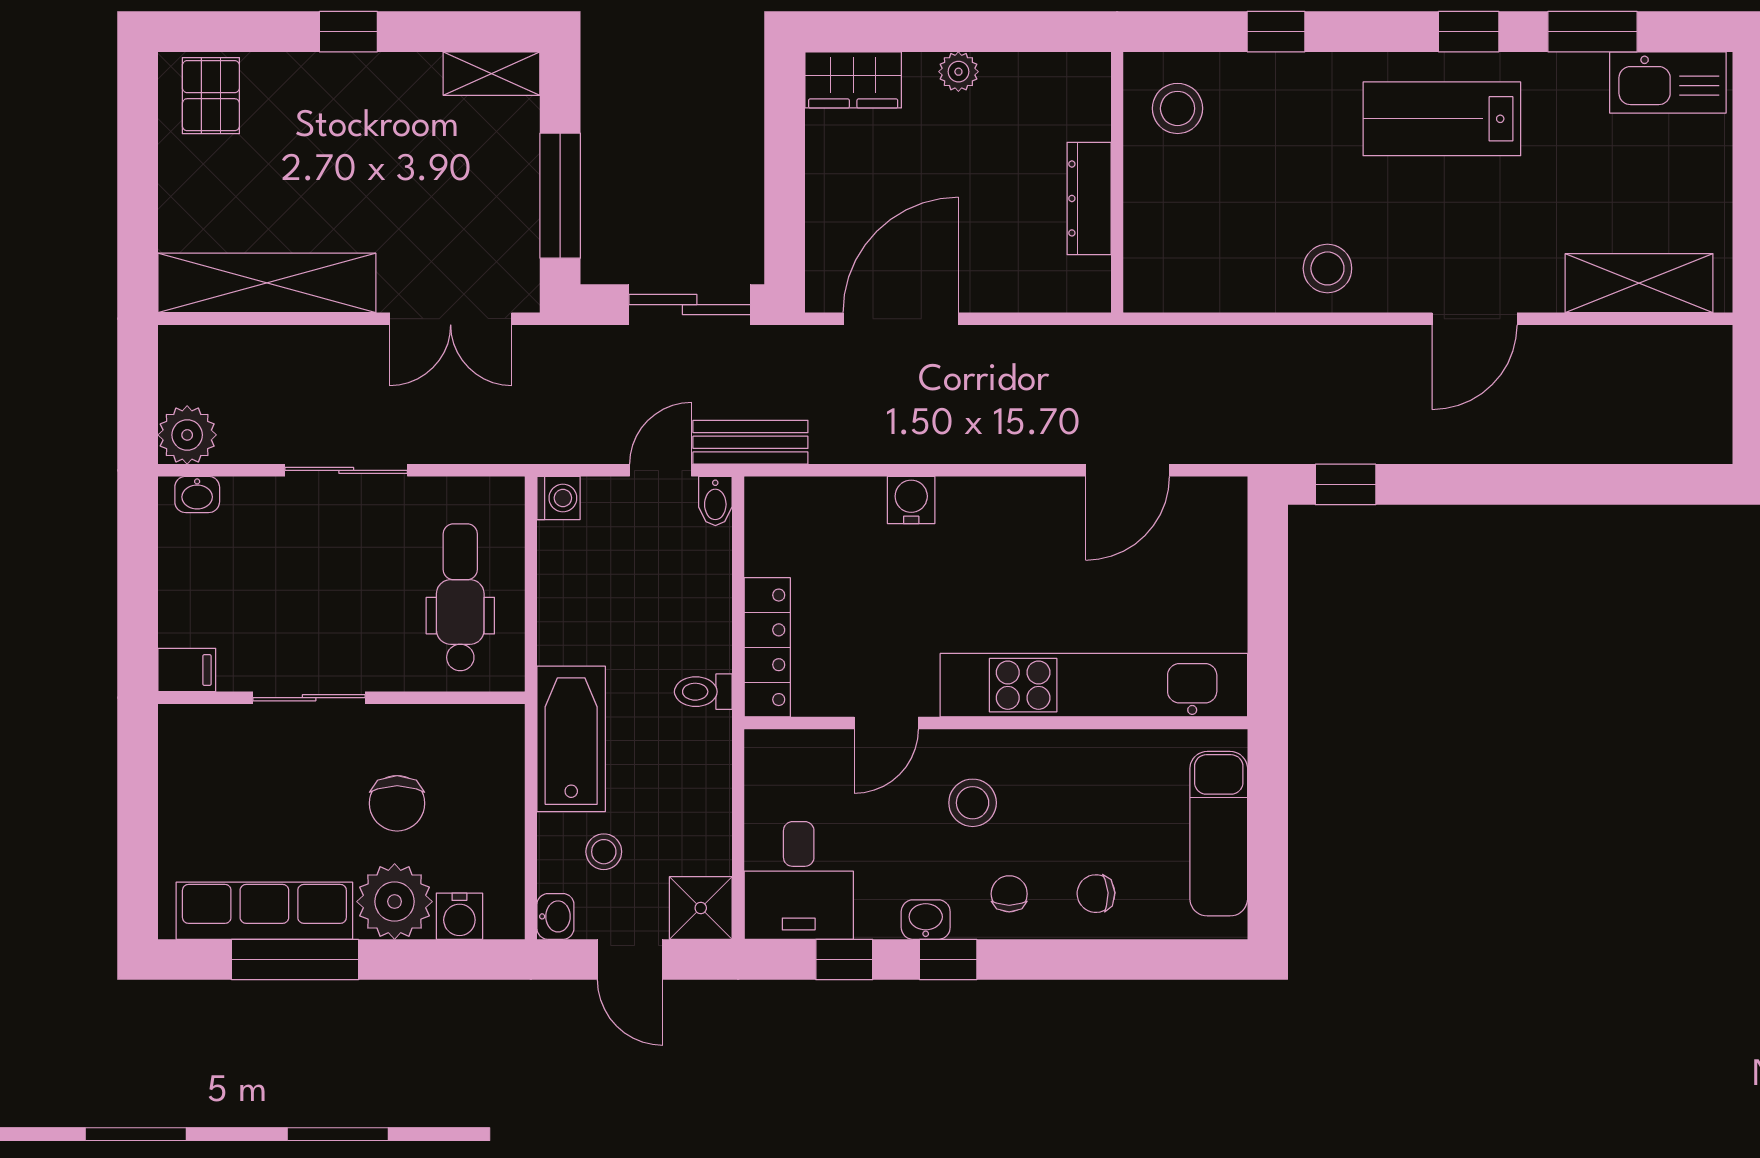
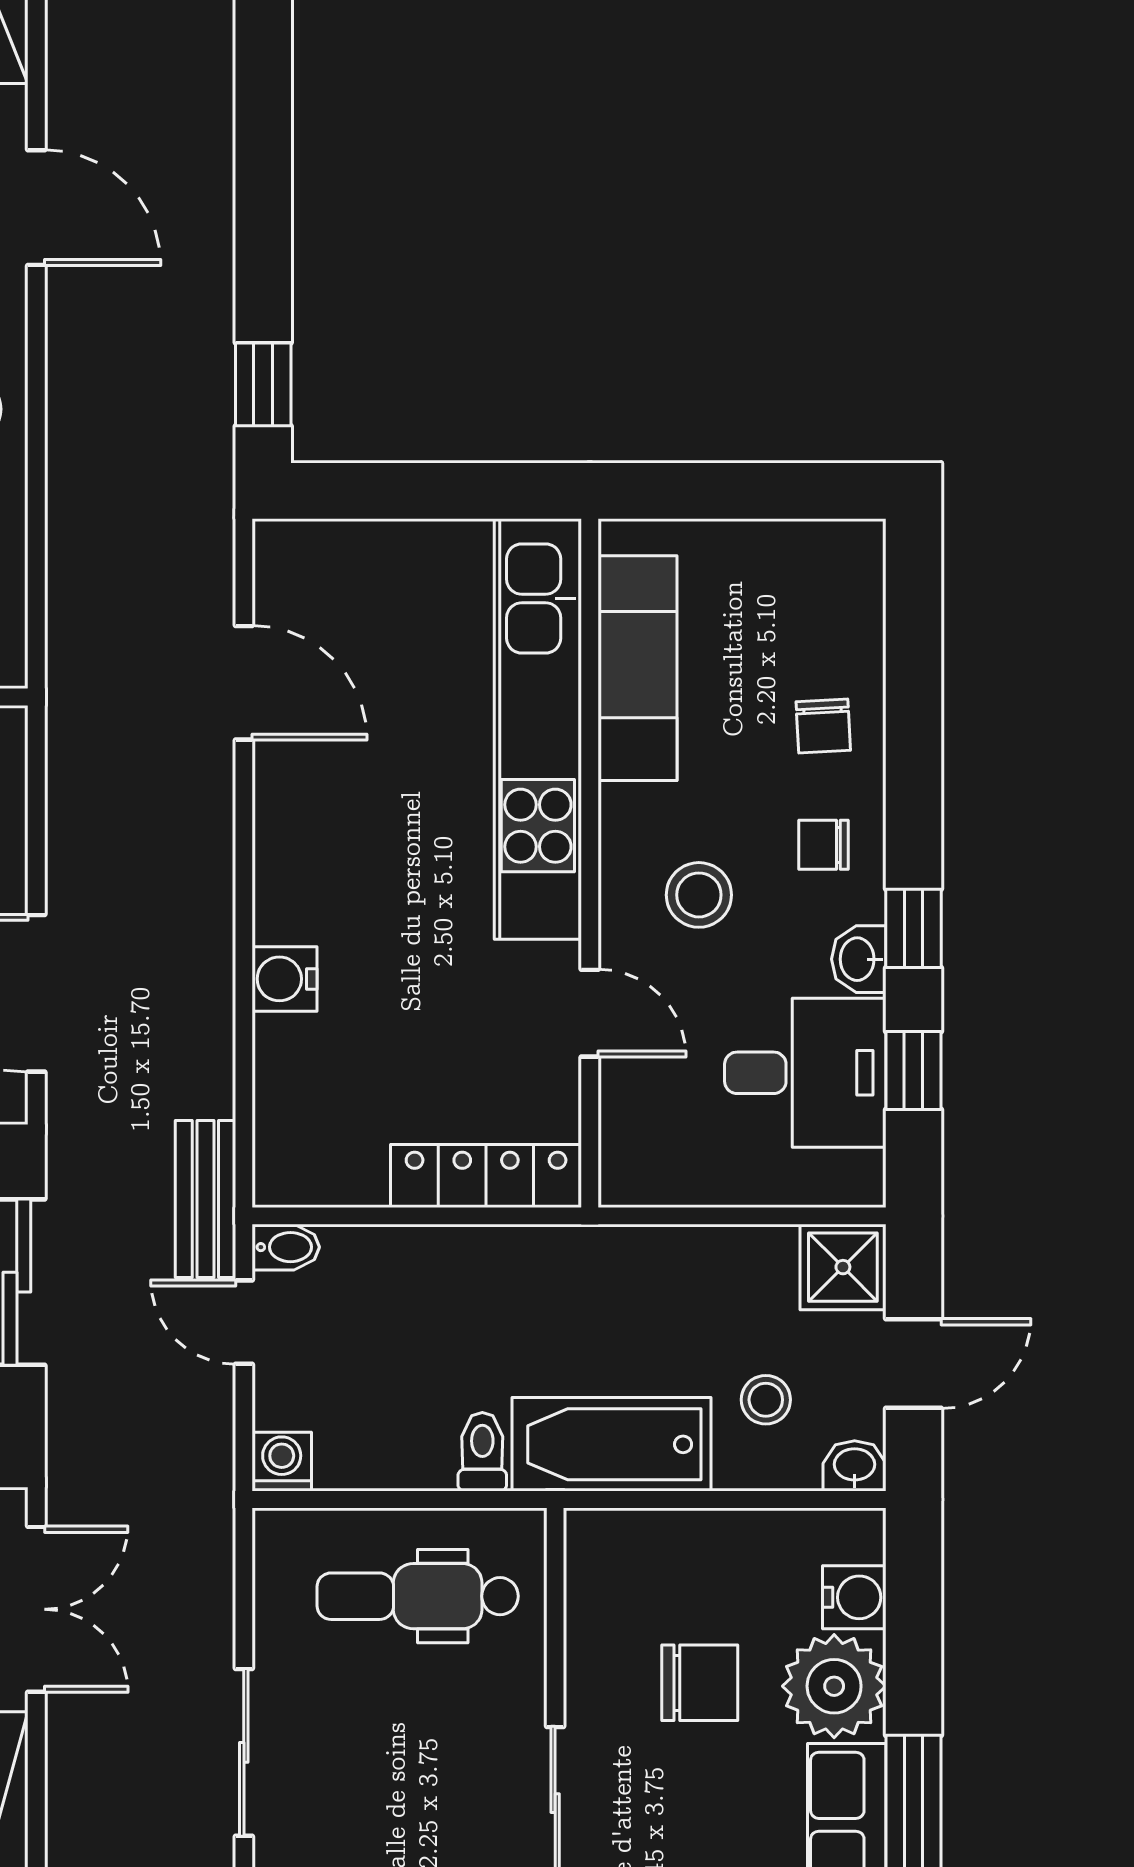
toilet: (703, 692) -> (482, 1452), moved, turned 180
exam couch: (1219, 834) -> (637, 668), moved, turned -90
desk: (799, 880) -> (805, 1073), moved

